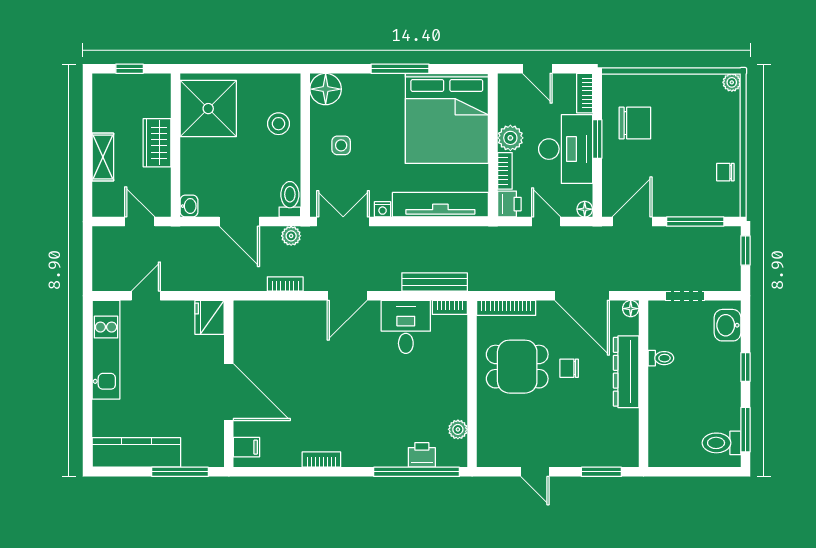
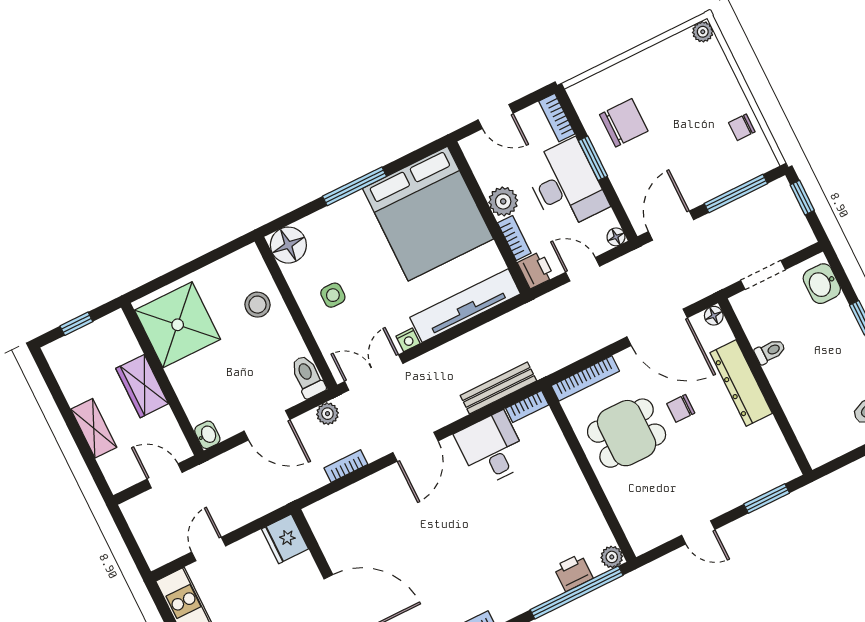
plant: (458, 429) -> (612, 557), moved

